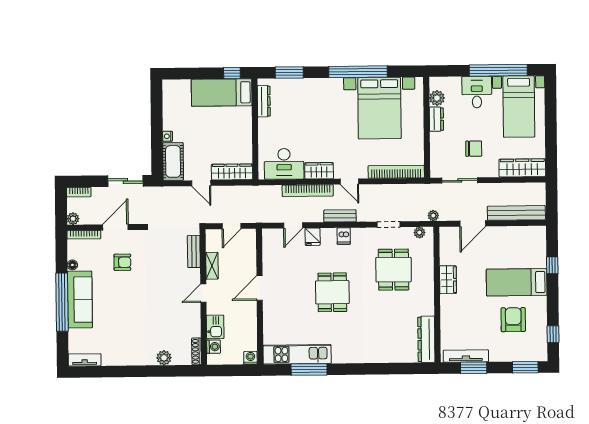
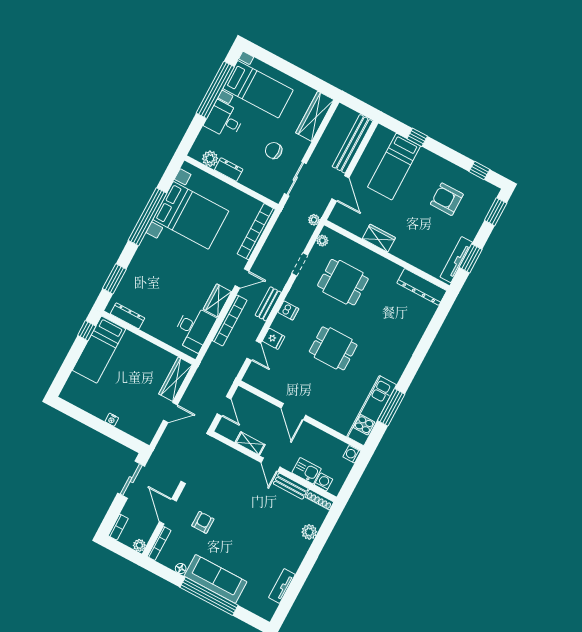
chair: (474, 149) -> (274, 150), turned -90
cot: (173, 161) -> (137, 427), removed
bench: (194, 251) -> (291, 486), moved
bed: (517, 282) -> (394, 167), moved
tv unit: (85, 360) -> (282, 586), moved

